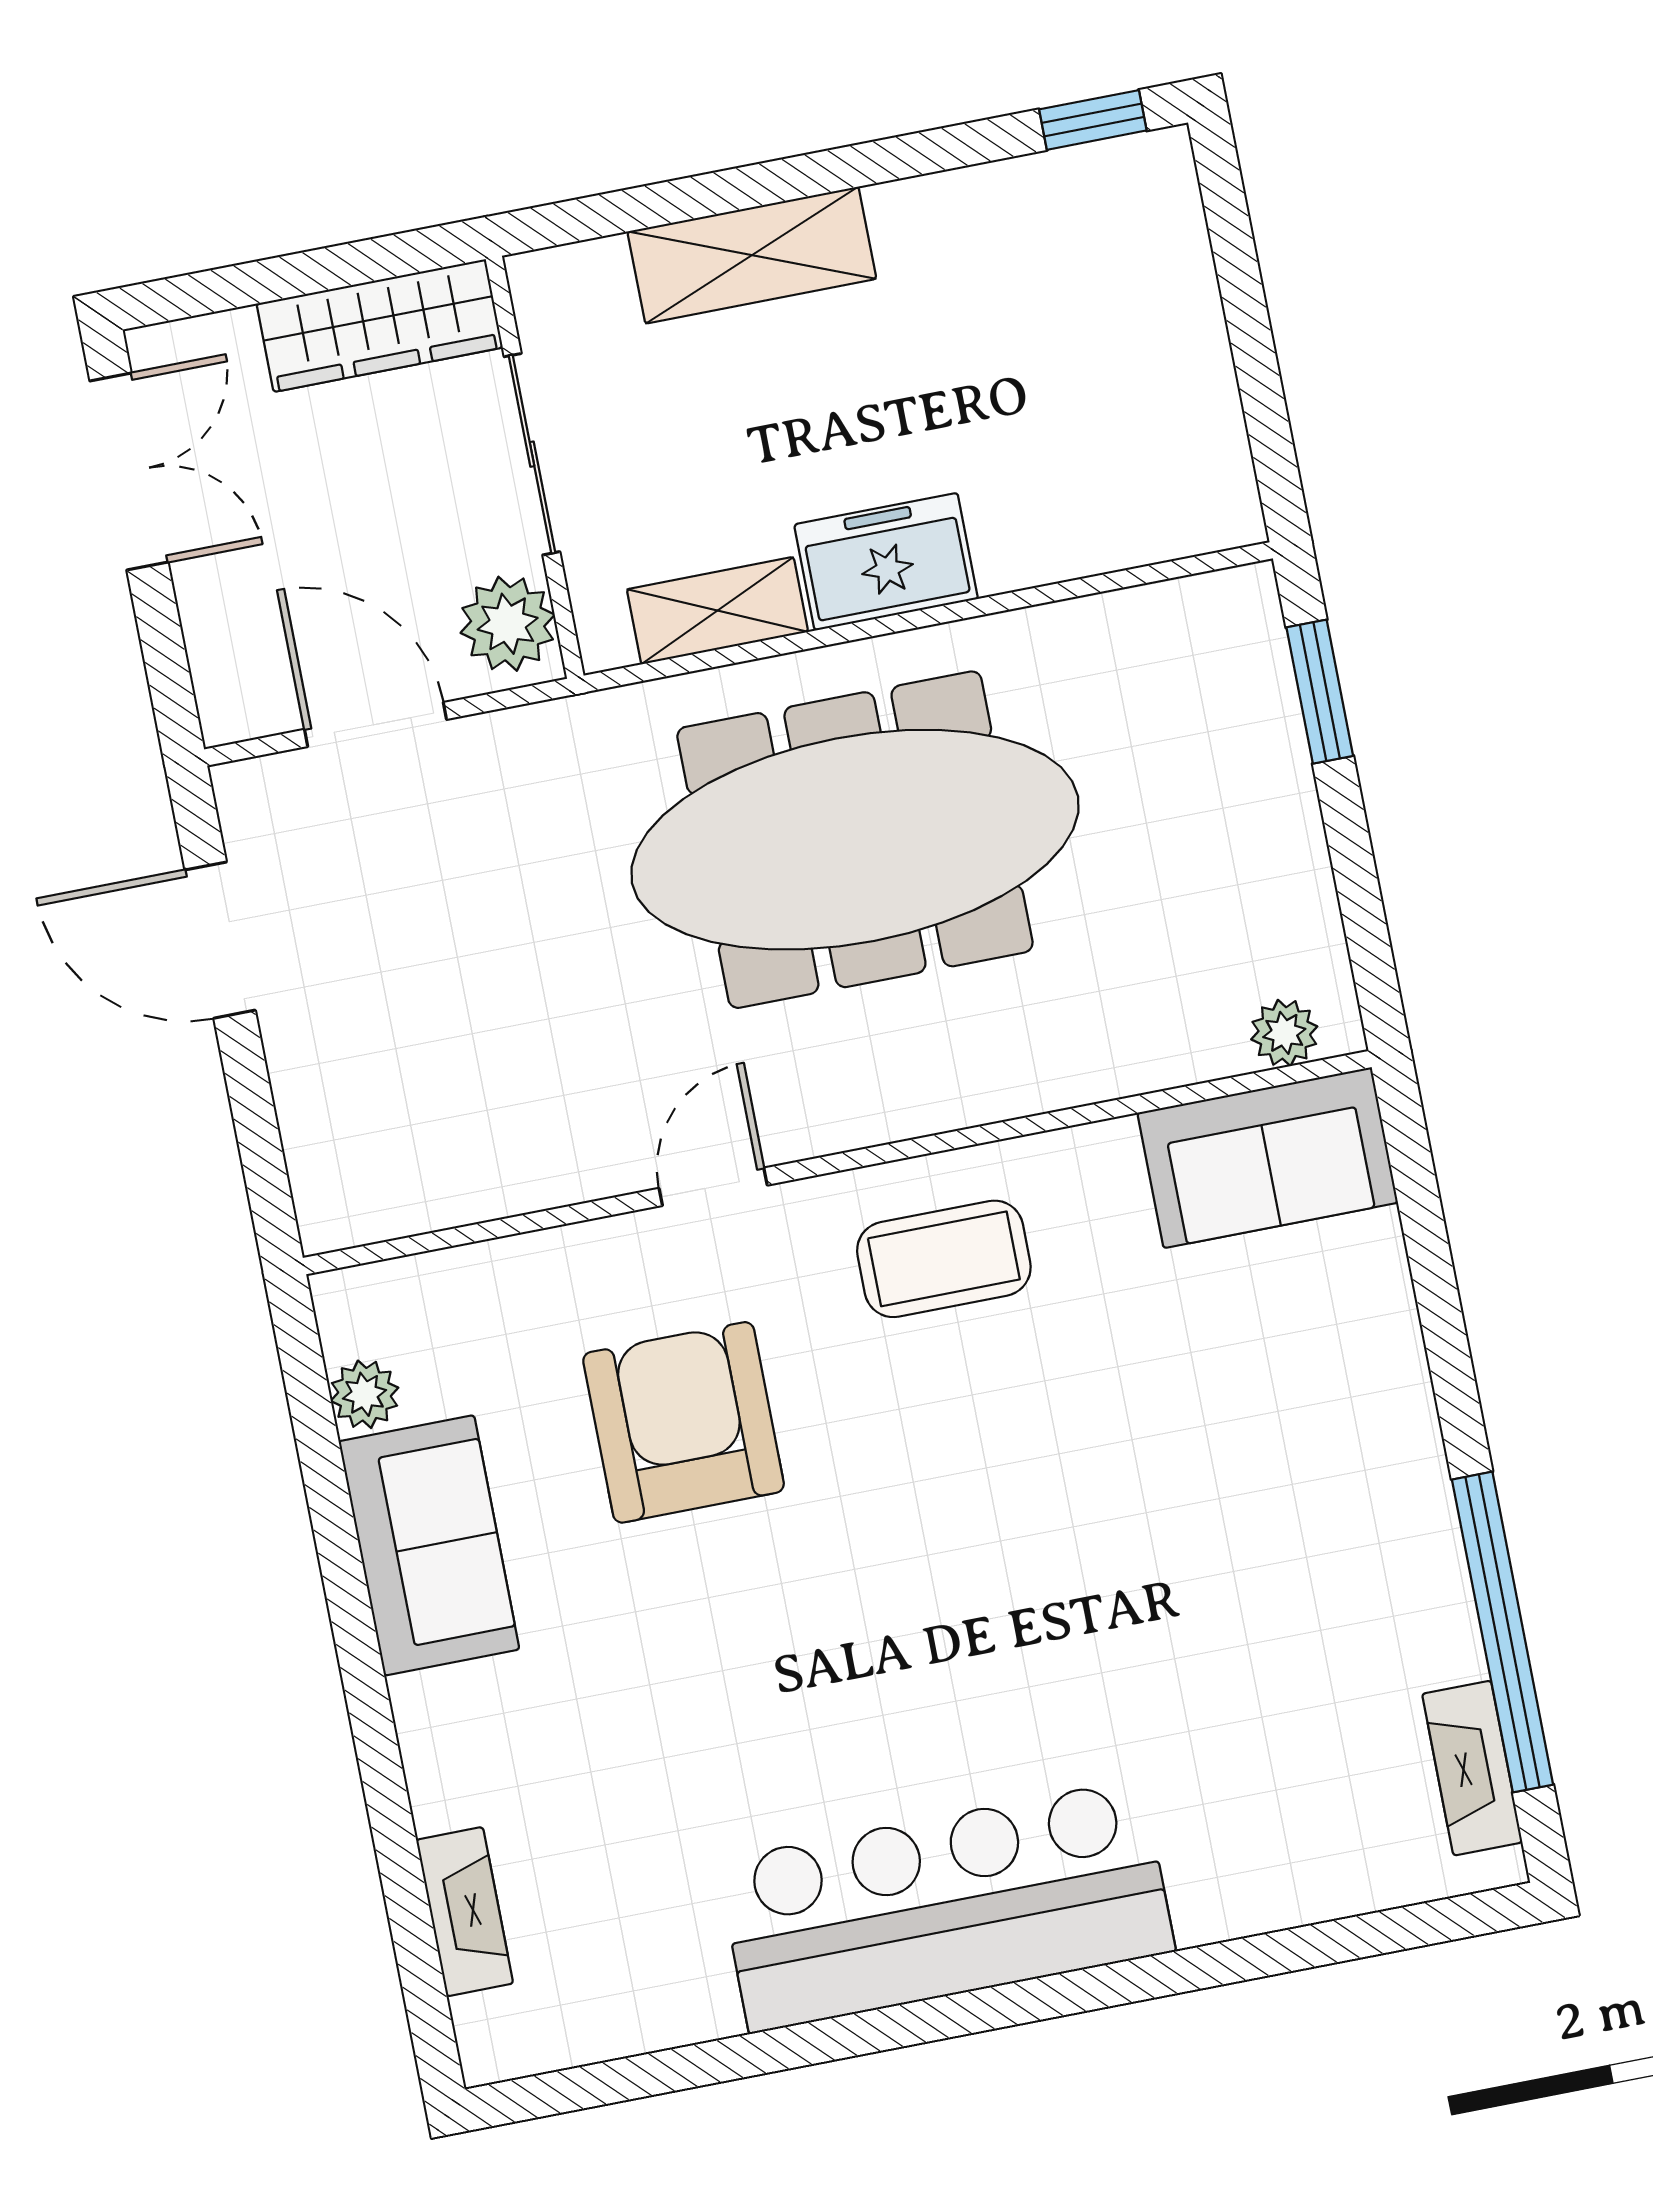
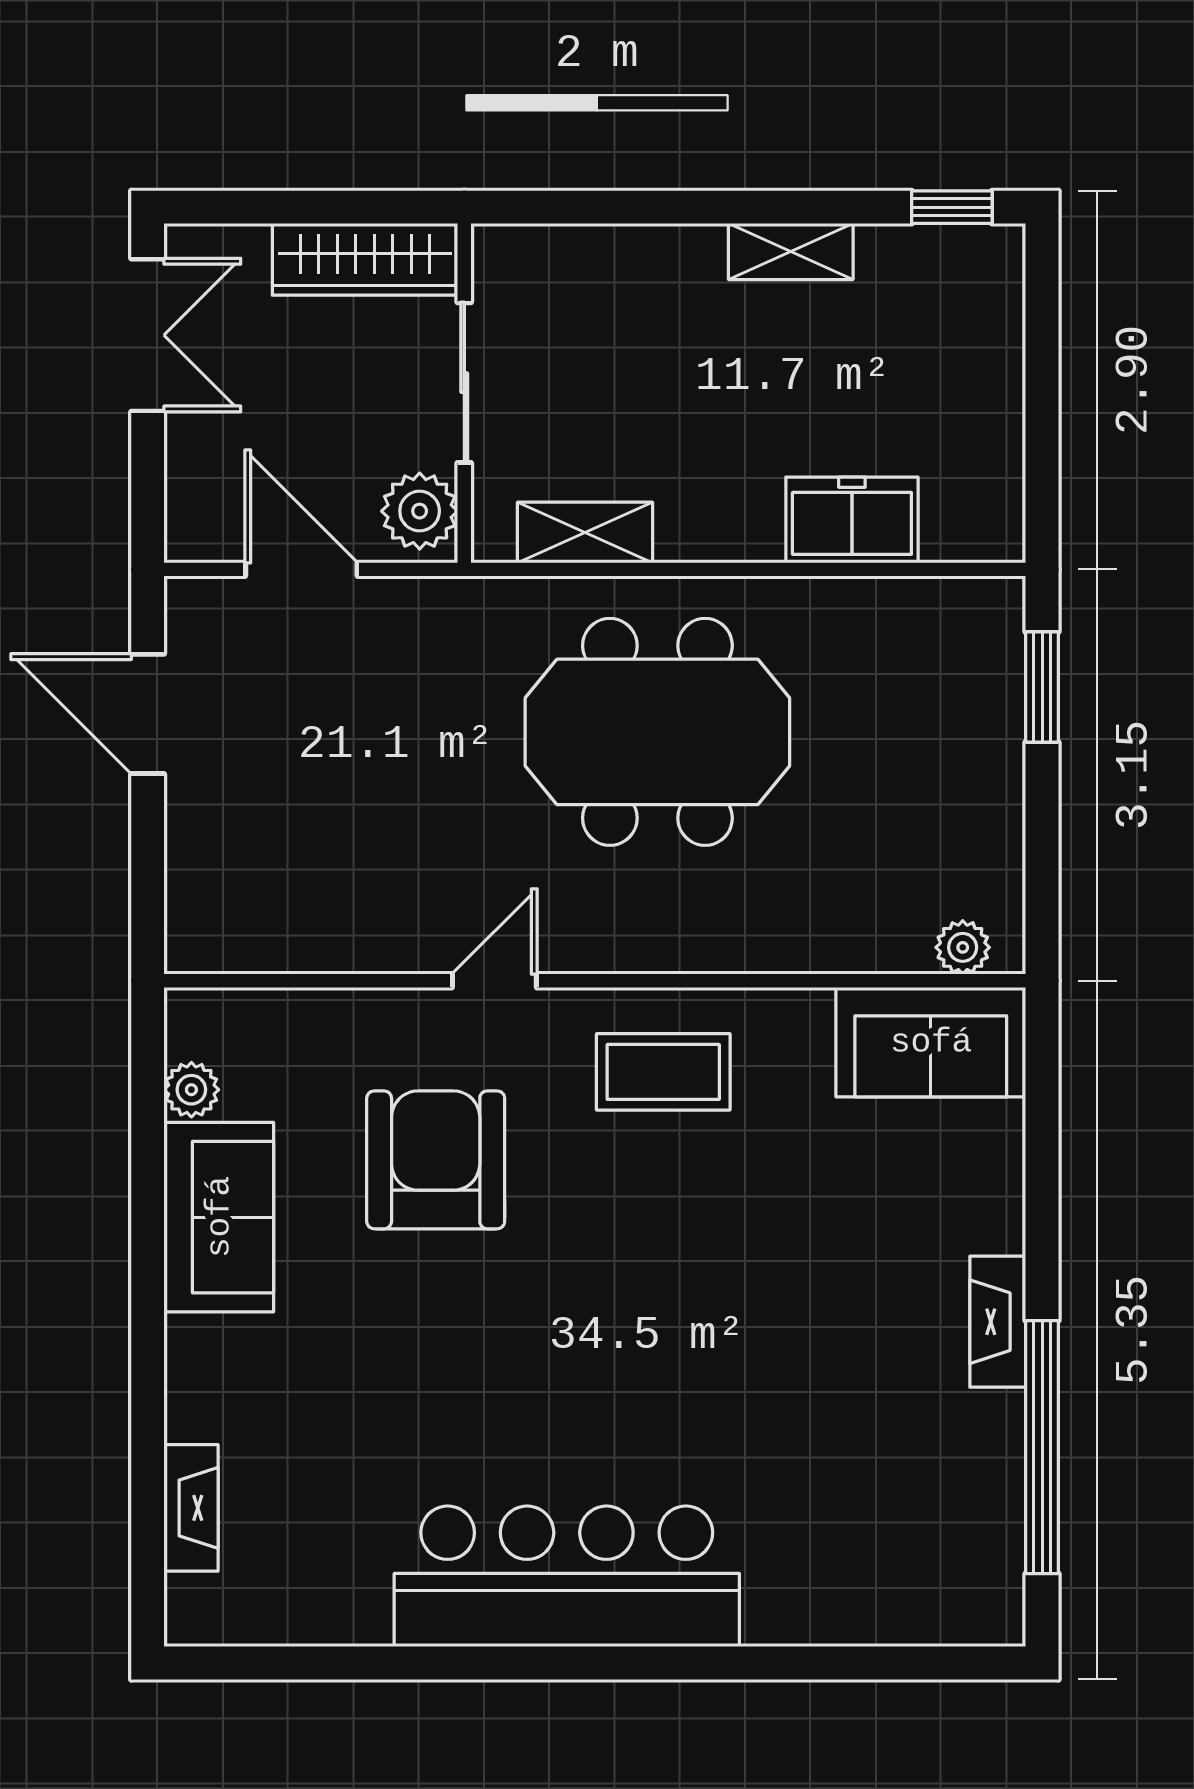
shelving: (752, 255) -> (791, 252), moved, width x0.67, depth x0.75
freezer: (886, 562) -> (852, 520), moved
meeting table: (855, 840) -> (657, 732), width x0.73
fireplace: (1472, 1768) -> (998, 1322), moved

